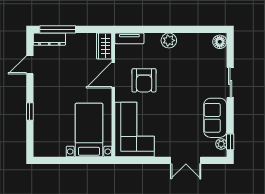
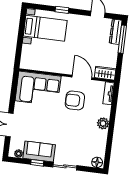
bed with nightstands: (89, 130) -> (45, 28), moved
window: (230, 142) -> (37, 163), moved

